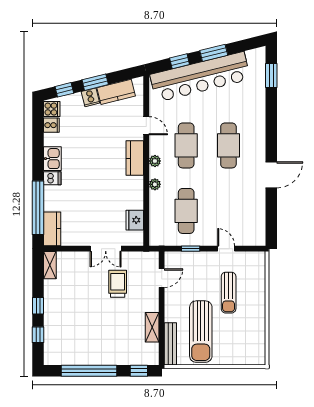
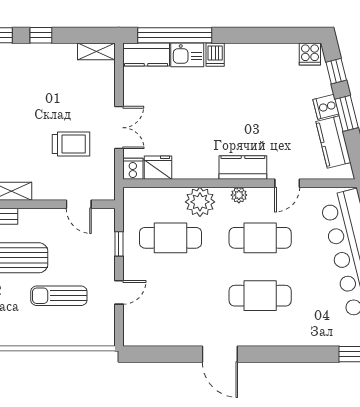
cooker: (51, 125) -> (133, 169), moved, turned 180
kitchen sink: (52, 159) -> (187, 55), moved
plant: (155, 184) -> (200, 202), width x1.88, depth x1.88
double door: (106, 249) -> (119, 128), swing flipped

